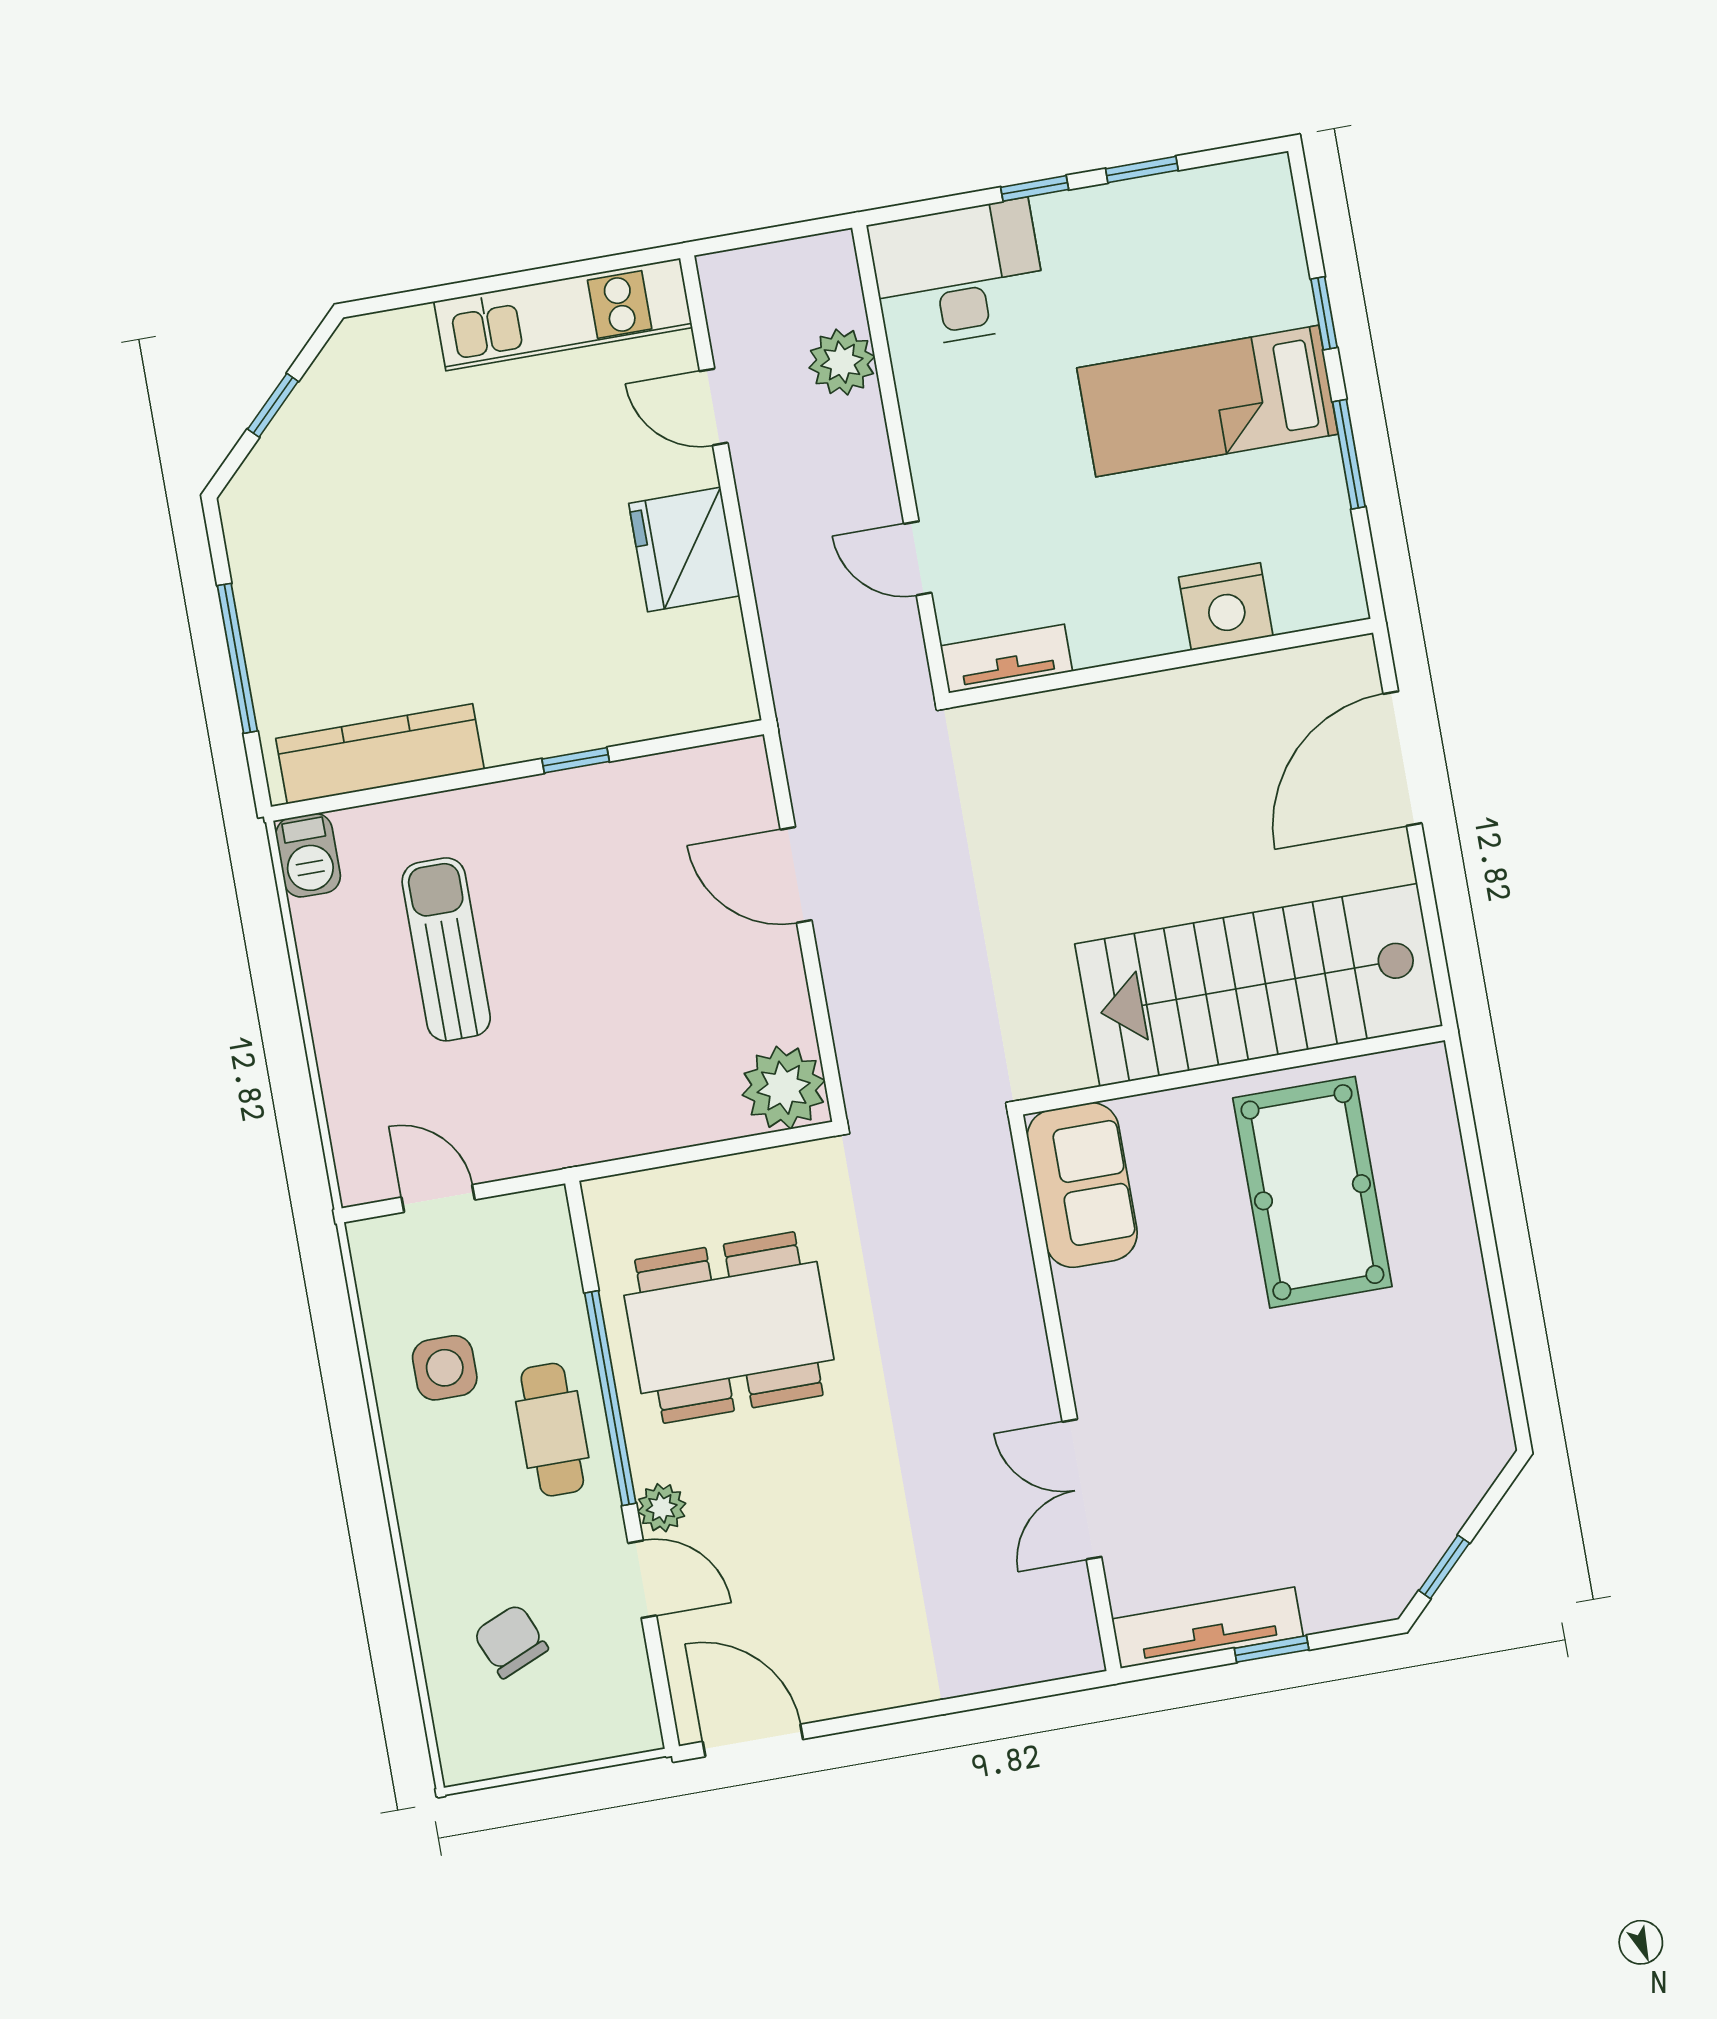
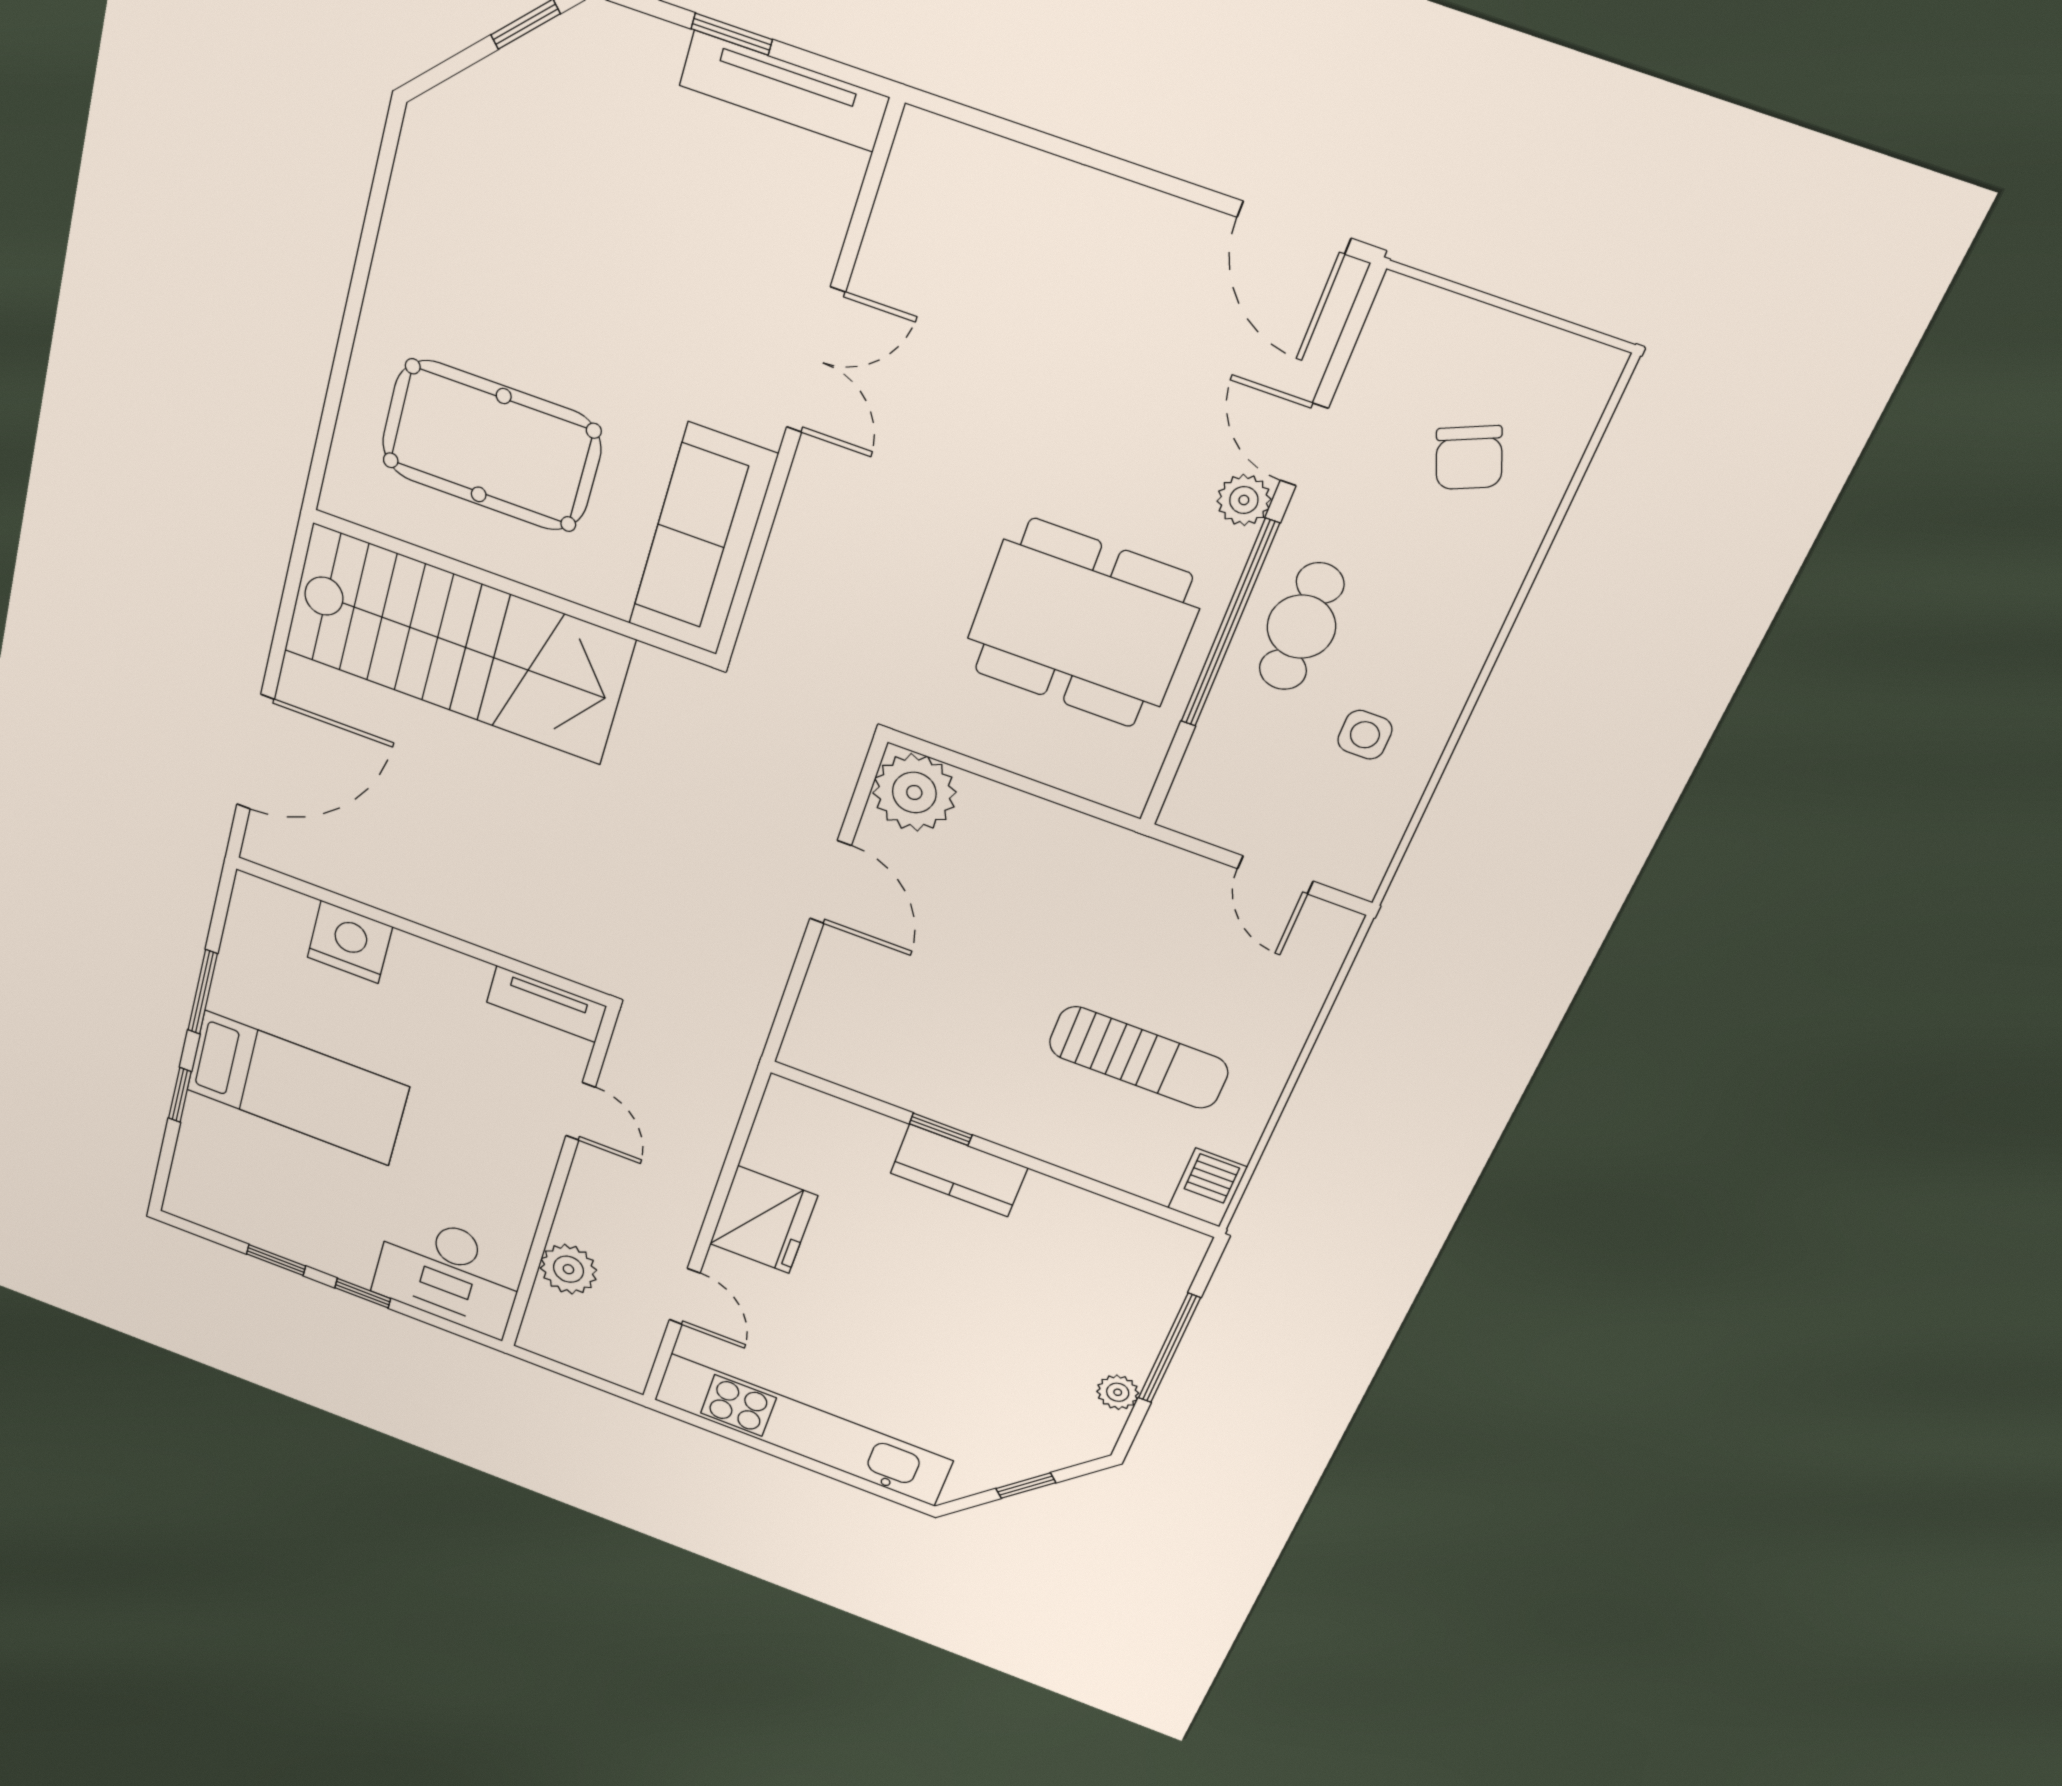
kitchen unit: (563, 314) -> (803, 1430), width x1.36
plant: (253, 576) -> (1118, 1392), added
kitchen counter: (380, 754) -> (959, 1170), moved, width x0.67
door: (796, 875) -> (830, 882), moved
sun lounger: (446, 949) -> (1138, 1057), turned -90
sofa: (1082, 1185) -> (702, 540), width x1.36
pool table: (1312, 1192) -> (491, 446), turned 90
side table: (445, 1368) -> (1365, 735), width x0.73, depth x0.73
double door: (1082, 1489) -> (816, 360), moved

